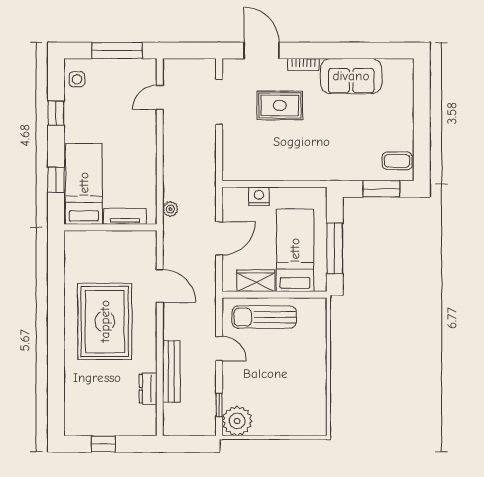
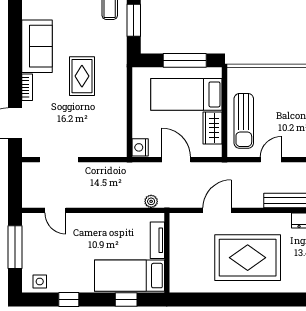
rug: (280, 105) -> (82, 76), moved
nightstand: (259, 196) -> (140, 147), moved

